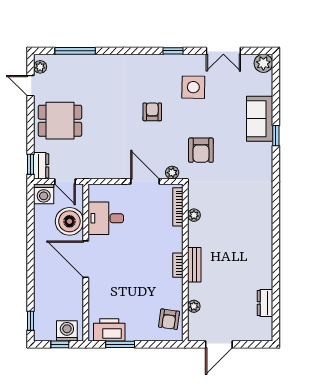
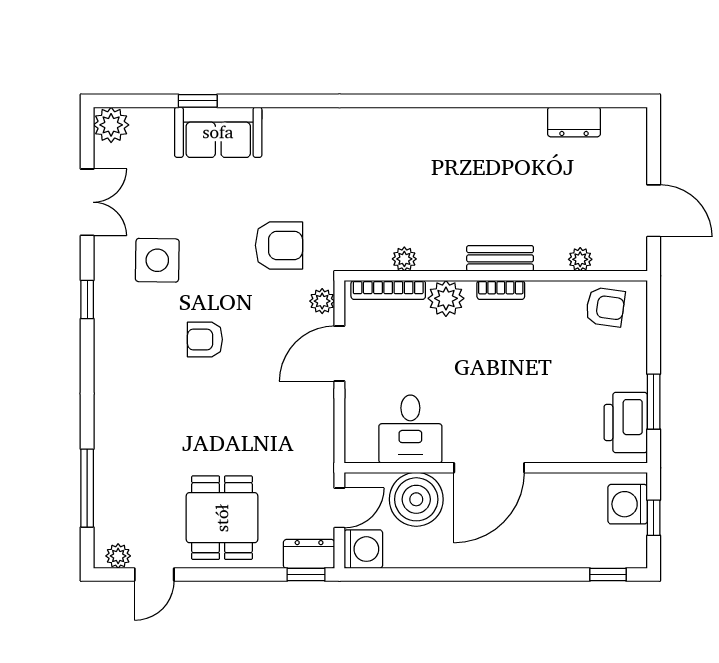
window: (276, 136) -> (198, 101), moved
plant: (173, 237) -> (446, 298), added

